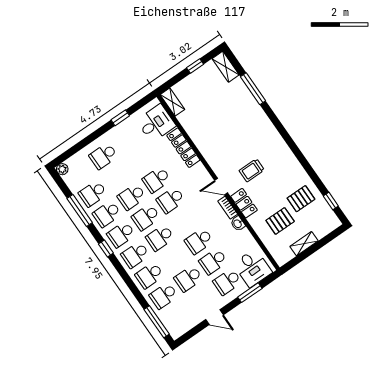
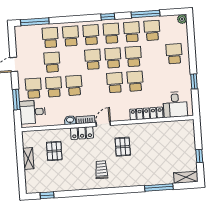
shelving: (172, 102) -> (183, 125), removed
trolley: (252, 170) -> (101, 170), moved
pallet: (301, 199) -> (123, 147), moved

